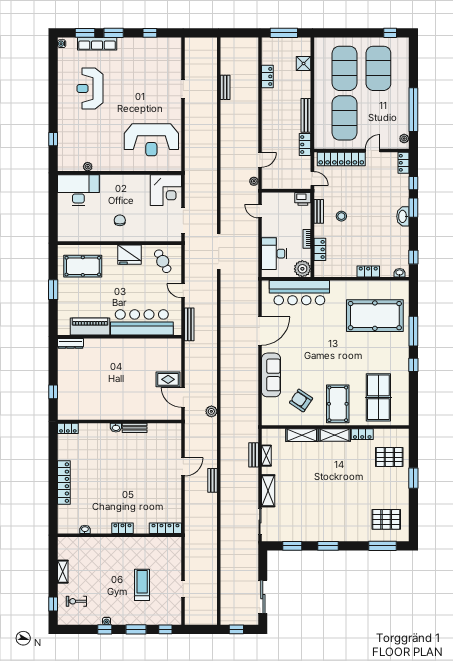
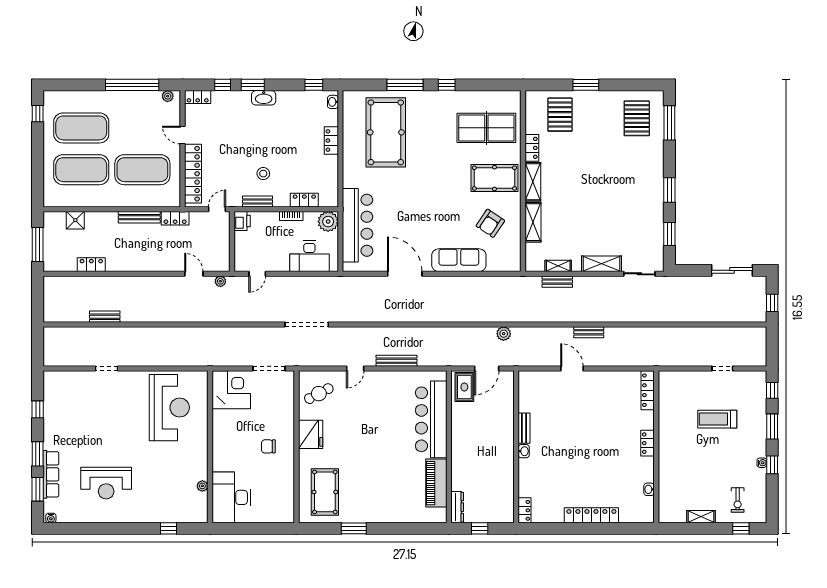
bar counter: (142, 322) -> (431, 419), moved
piano: (90, 327) -> (436, 483), moved
wall: (120, 337) -> (449, 447), moved
dresser: (70, 343) -> (457, 507), moved

